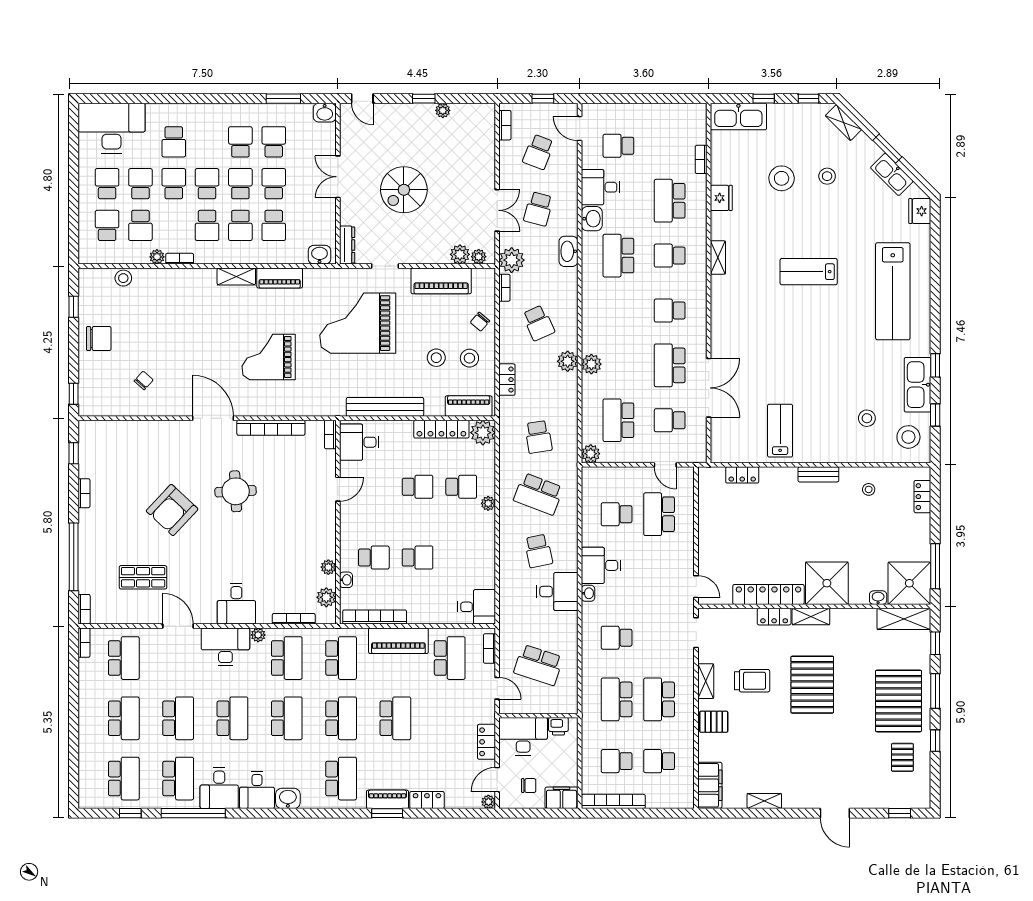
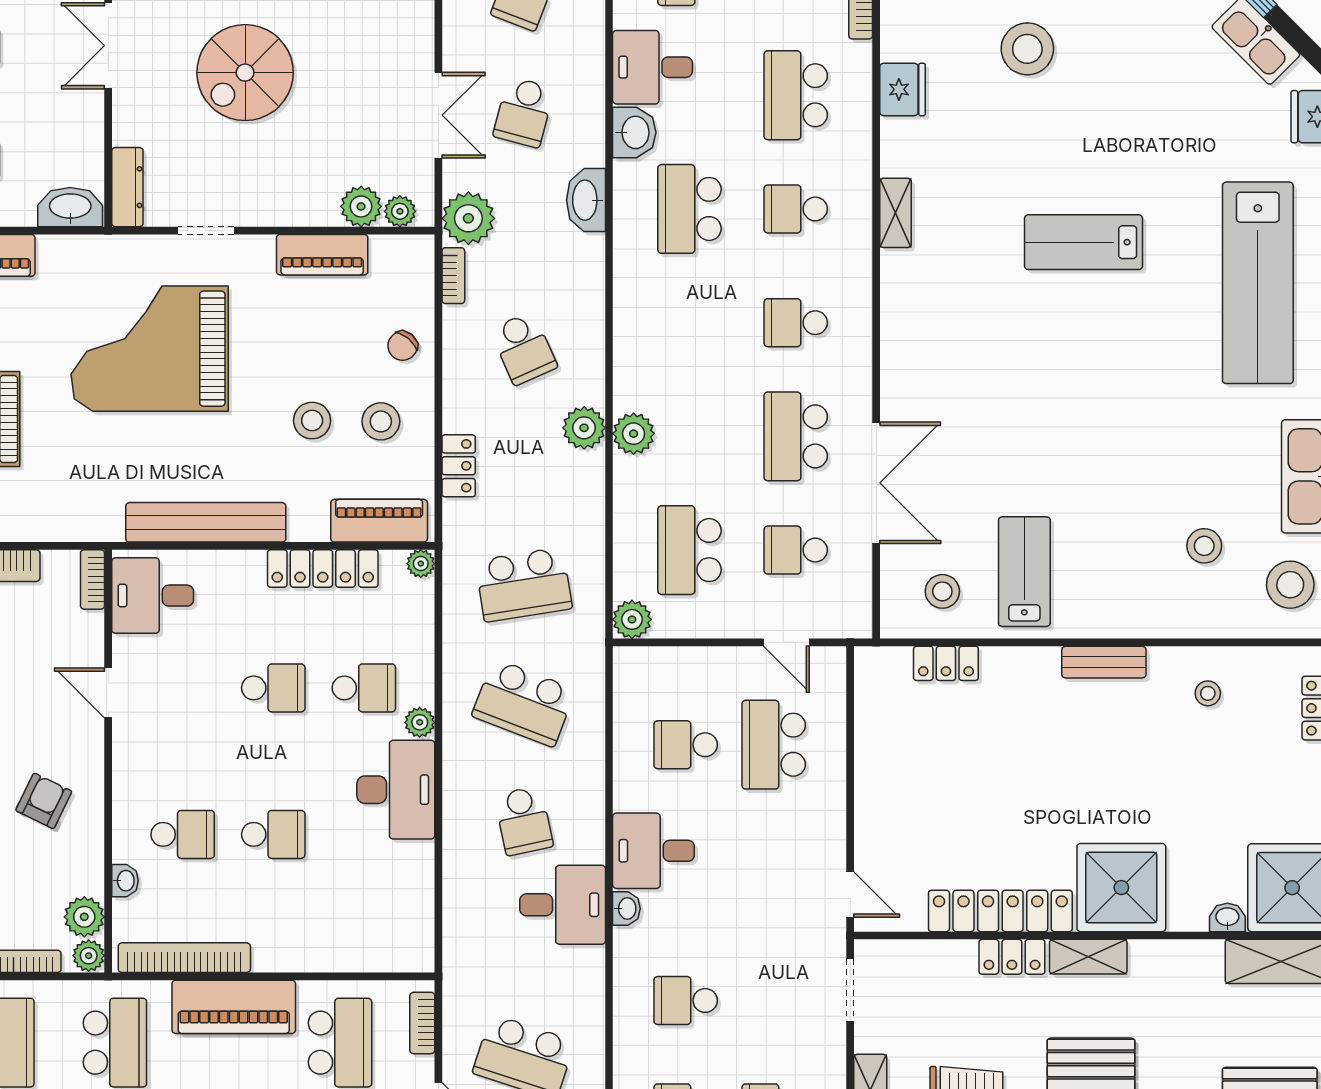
stool: (827, 176) -> (942, 591), moved
washbasin: (320, 255) -> (70, 207), width x1.38
piano: (441, 281) -> (322, 255), width x0.73, depth x0.75
plant: (483, 433) -> (421, 564), width x0.53, depth x0.53
school desk: (538, 437) -> (524, 585), width x1.85
door: (338, 489) -> (108, 693), swing flipped
armchair: (307, 541) -> (44, 801), added
plant: (328, 567) -> (89, 956), moved
desk: (477, 607) -> (396, 790), moved, width x1.37

